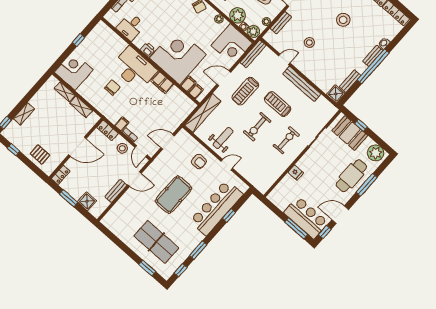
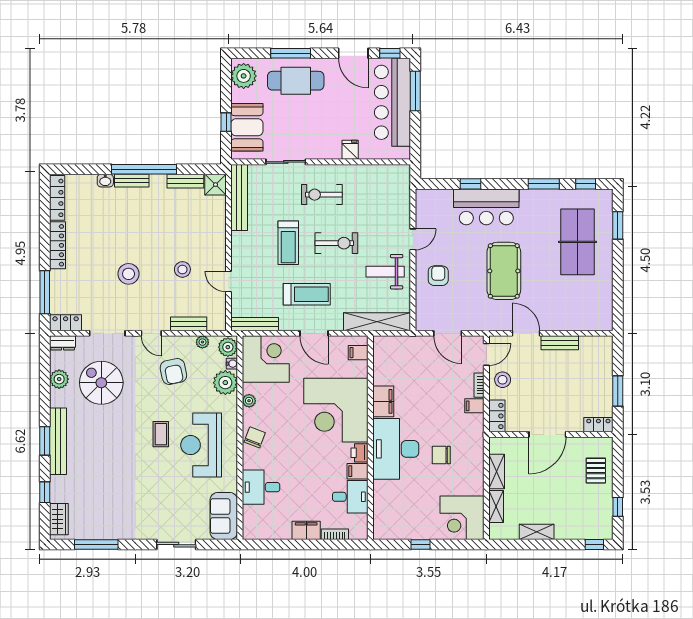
stool: (343, 20) -> (129, 274), moved
filing cabinet: (188, 84) -> (358, 471), moved
bench: (302, 84) -> (239, 197), moved
shelving: (24, 114) -> (537, 532), moved
door: (77, 147) -> (547, 434), swing flipped
door: (227, 165) -> (413, 239), swing flipped
pool table: (173, 195) -> (504, 271), turned 90
shower: (87, 201) -> (602, 366), removed
bar counter: (216, 208) -> (486, 207), width x0.73
bar counter: (306, 218) -> (392, 102), width x1.36

